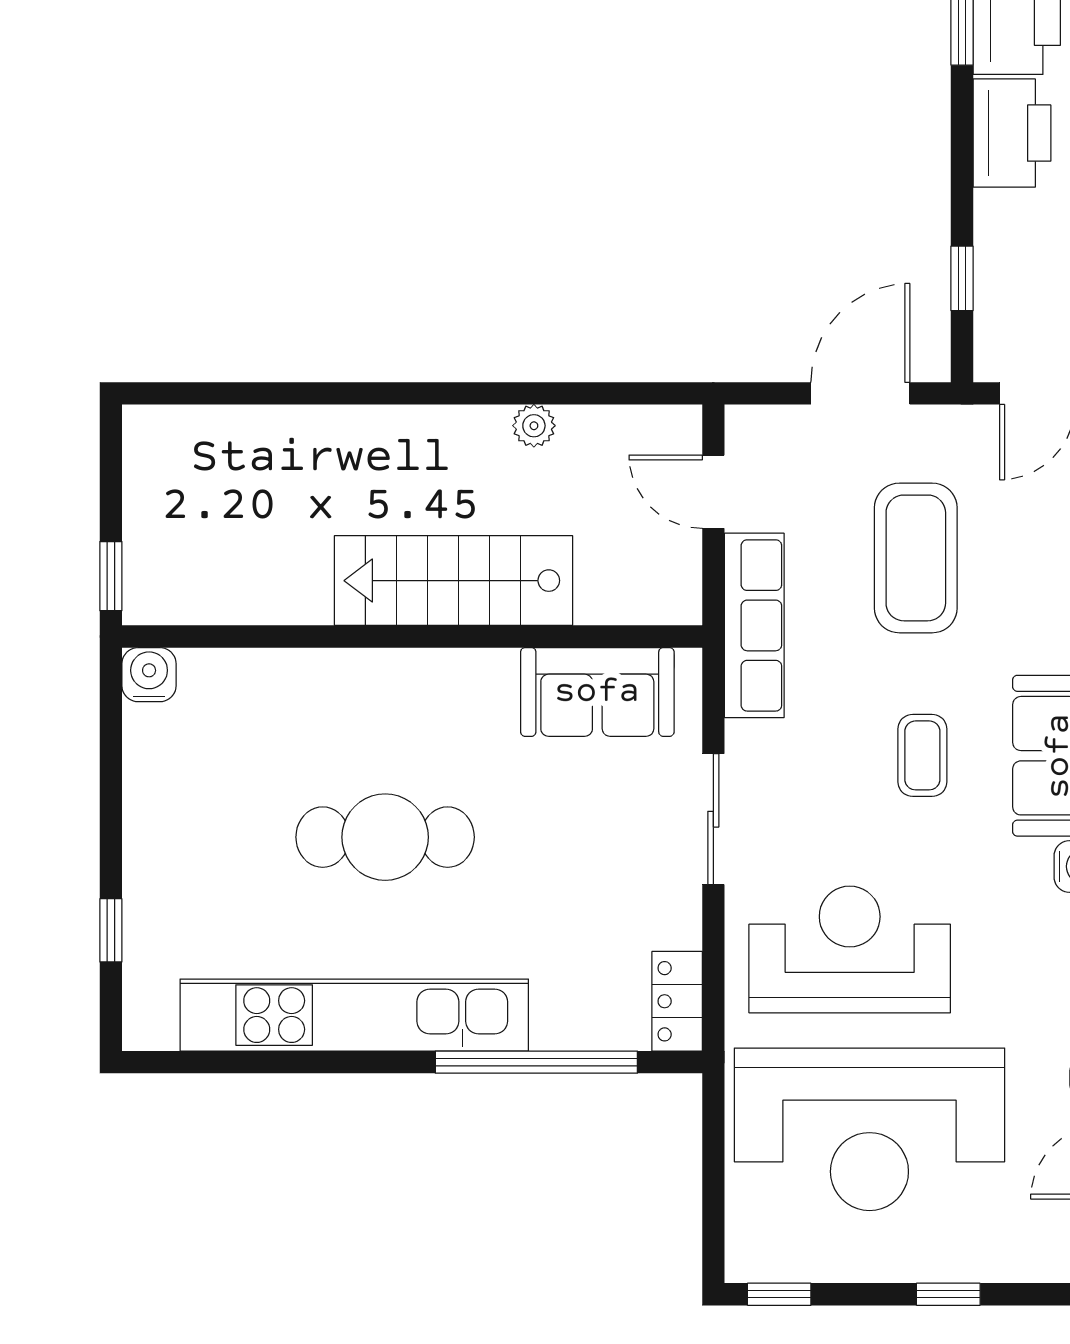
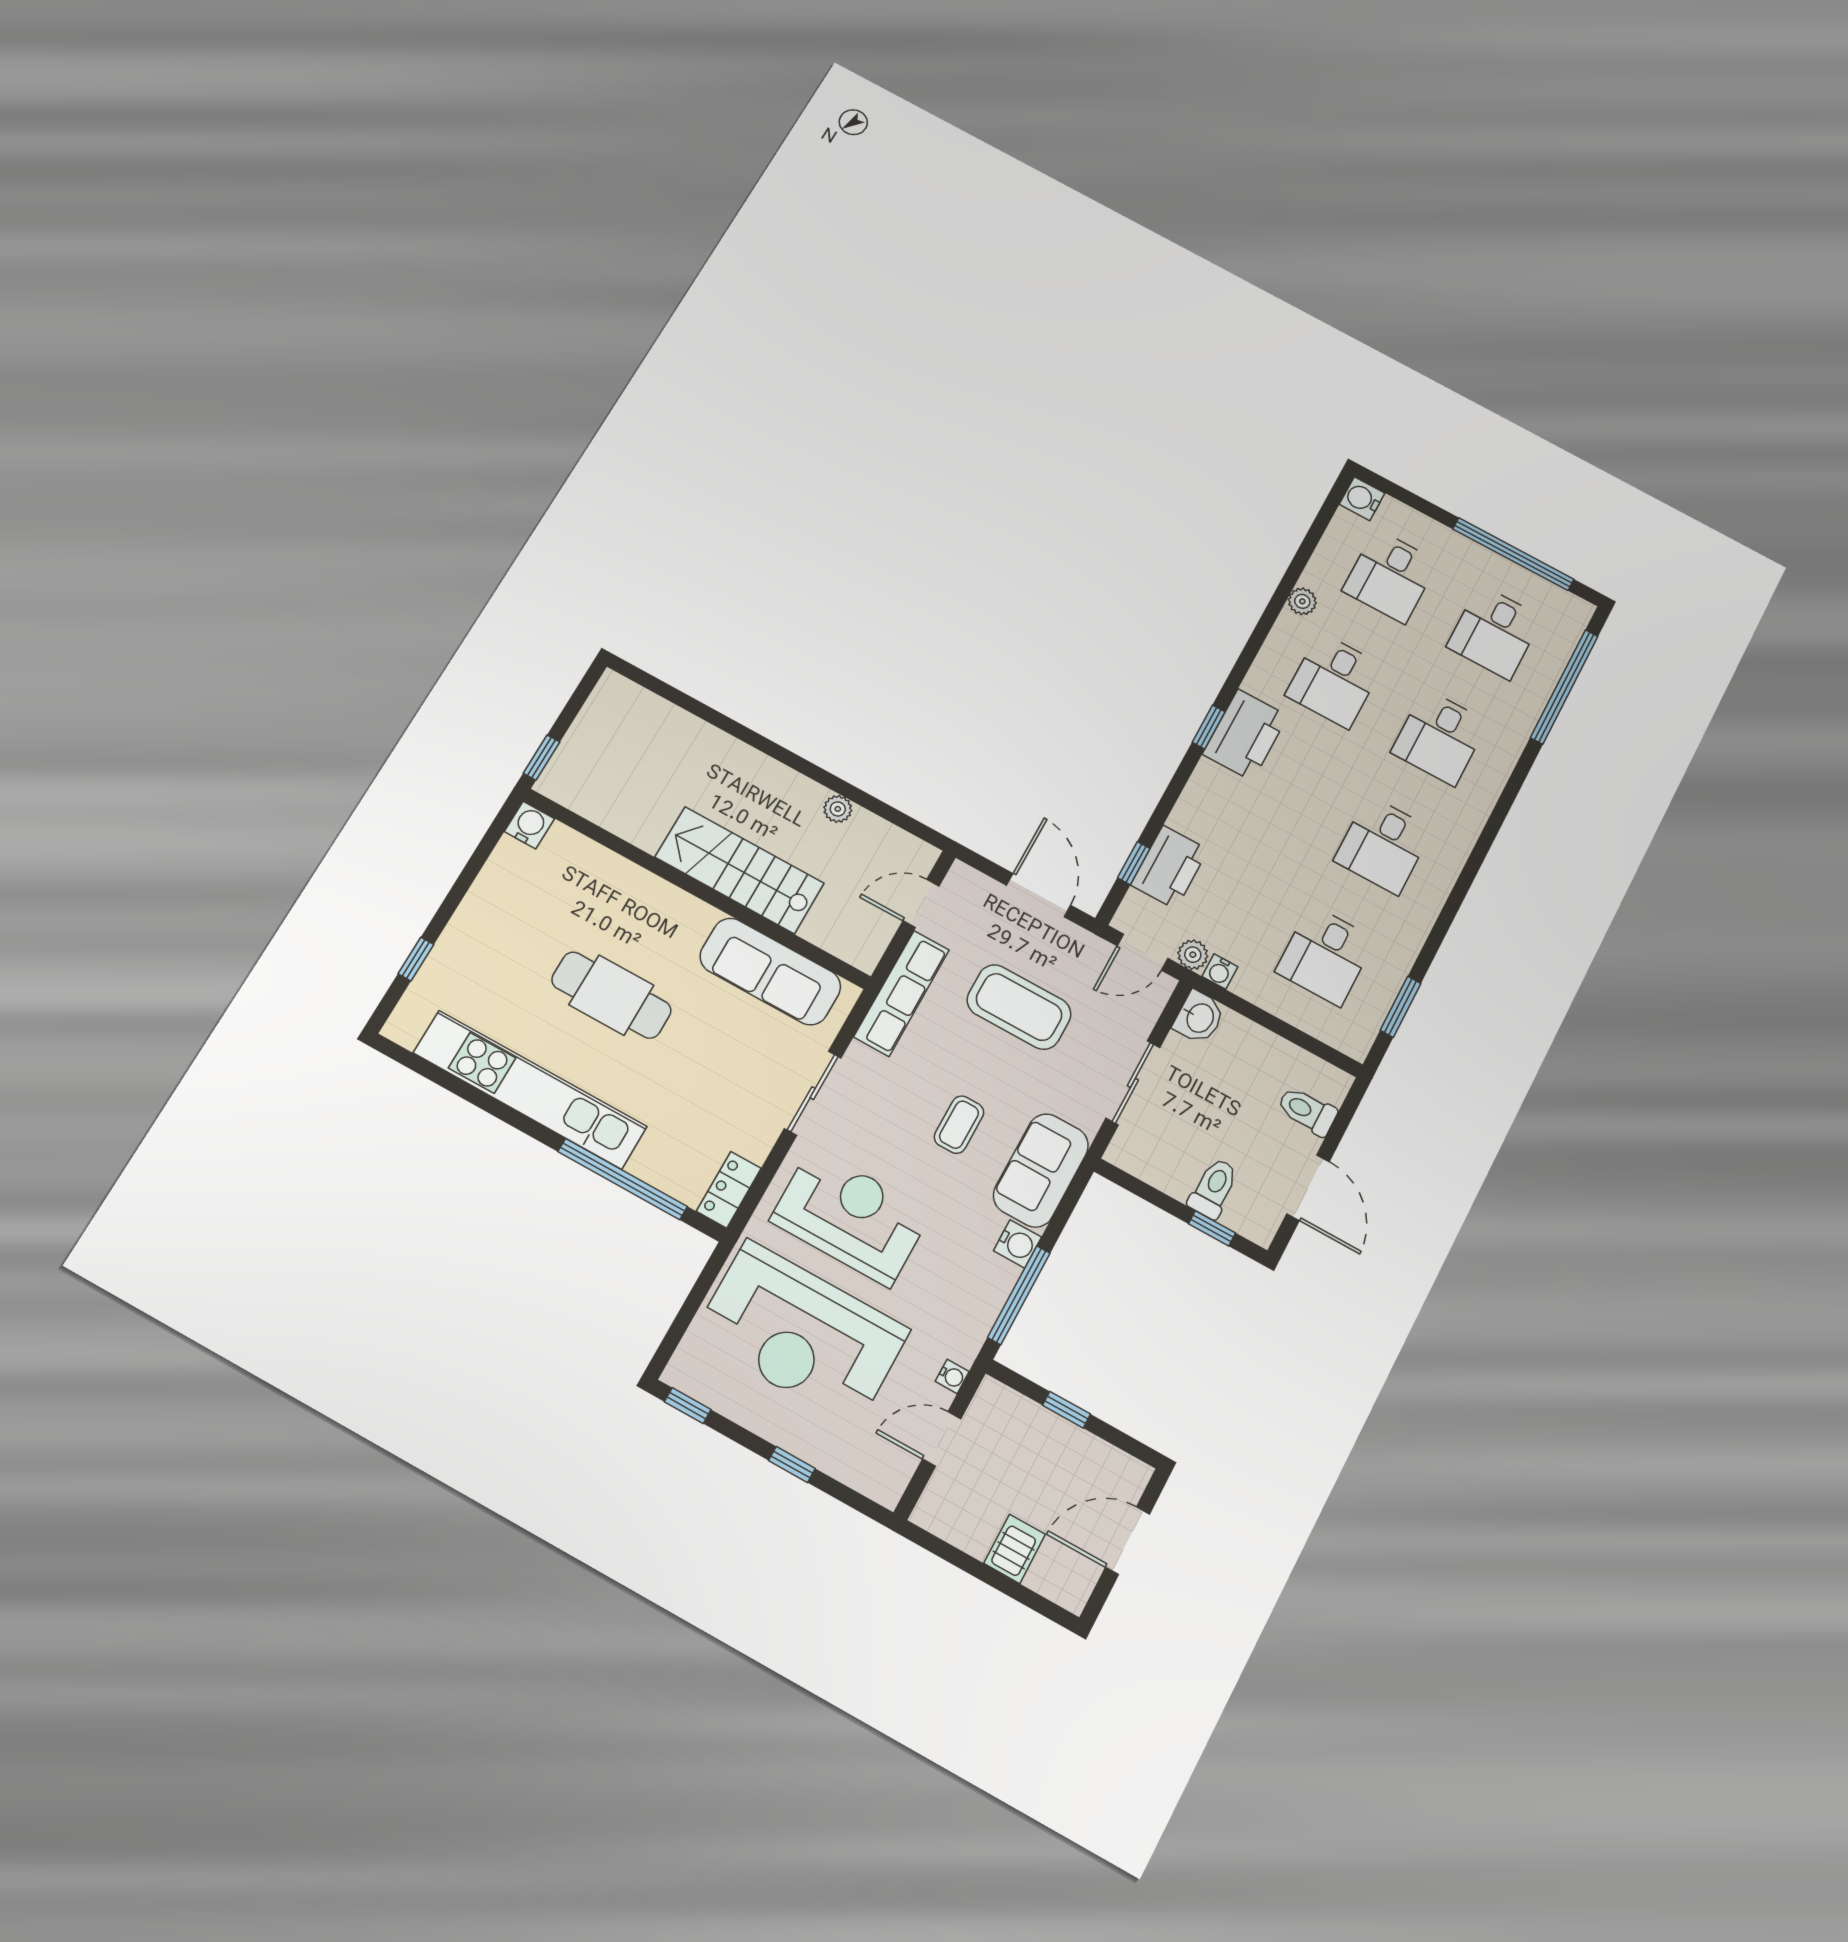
printer: (1012, 133) -> (1169, 867), moved
door: (860, 393) -> (1039, 895), hinge flipped
door: (713, 492) -> (921, 903), hinge flipped
coffee table: (916, 558) -> (1019, 1007), turned 90
sofa: (597, 692) -> (770, 971), width x1.36

